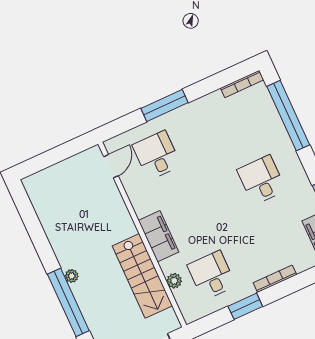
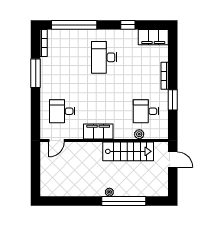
window: (164, 105) -> (36, 73), moved
door: (111, 166) -> (56, 140), swing flipped
desk: (261, 180) -> (104, 57), width x1.37
filing cabinet: (159, 236) -> (98, 132), moved

